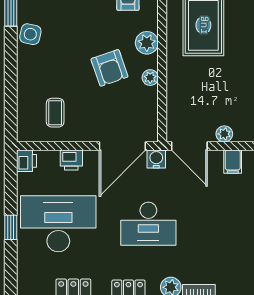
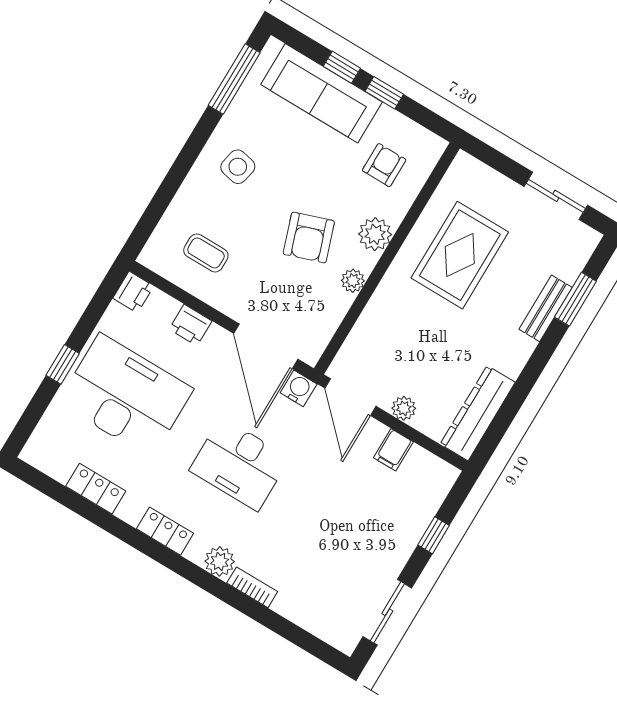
side table: (30, 34) -> (238, 167), moved
coffee table: (55, 113) -> (206, 253), turned 90
door: (122, 146) -> (266, 346), hinge flipped

